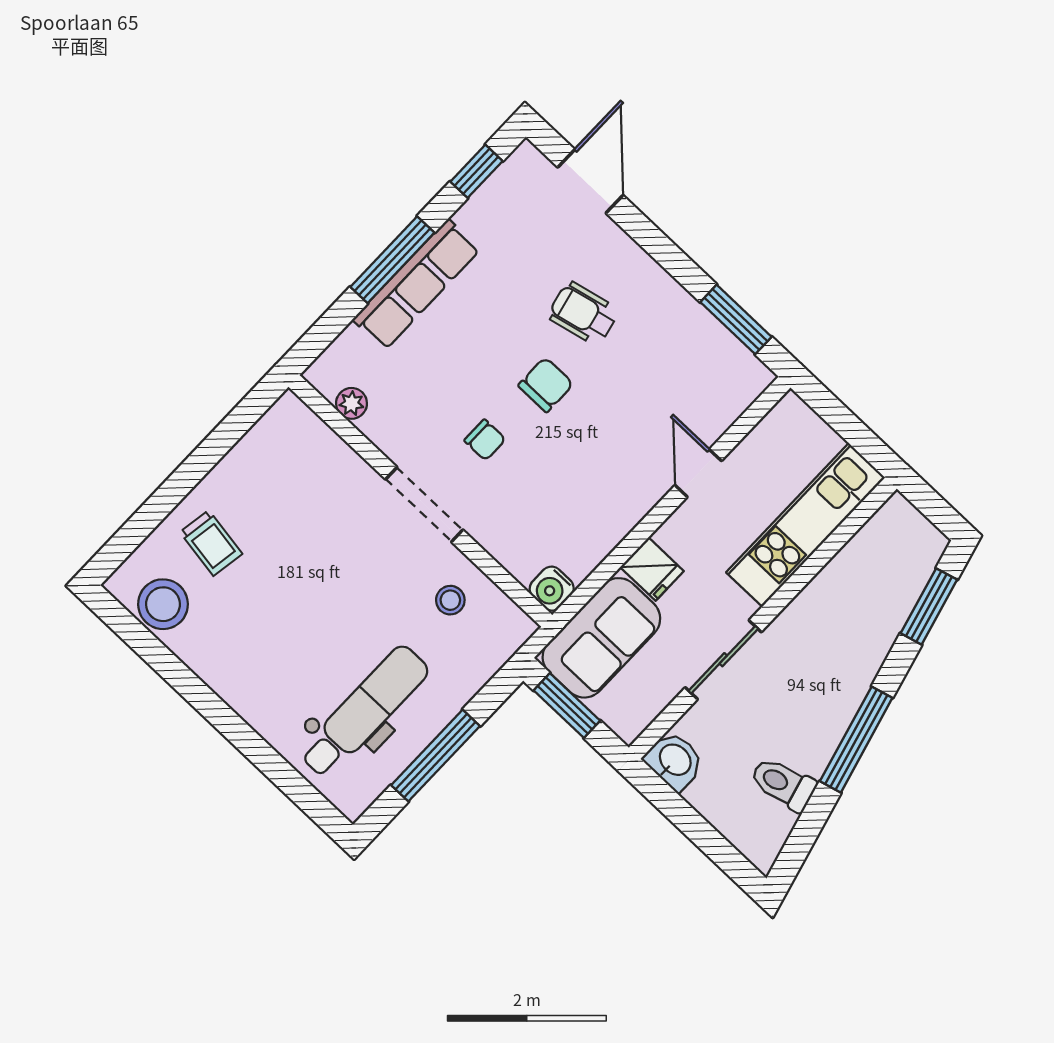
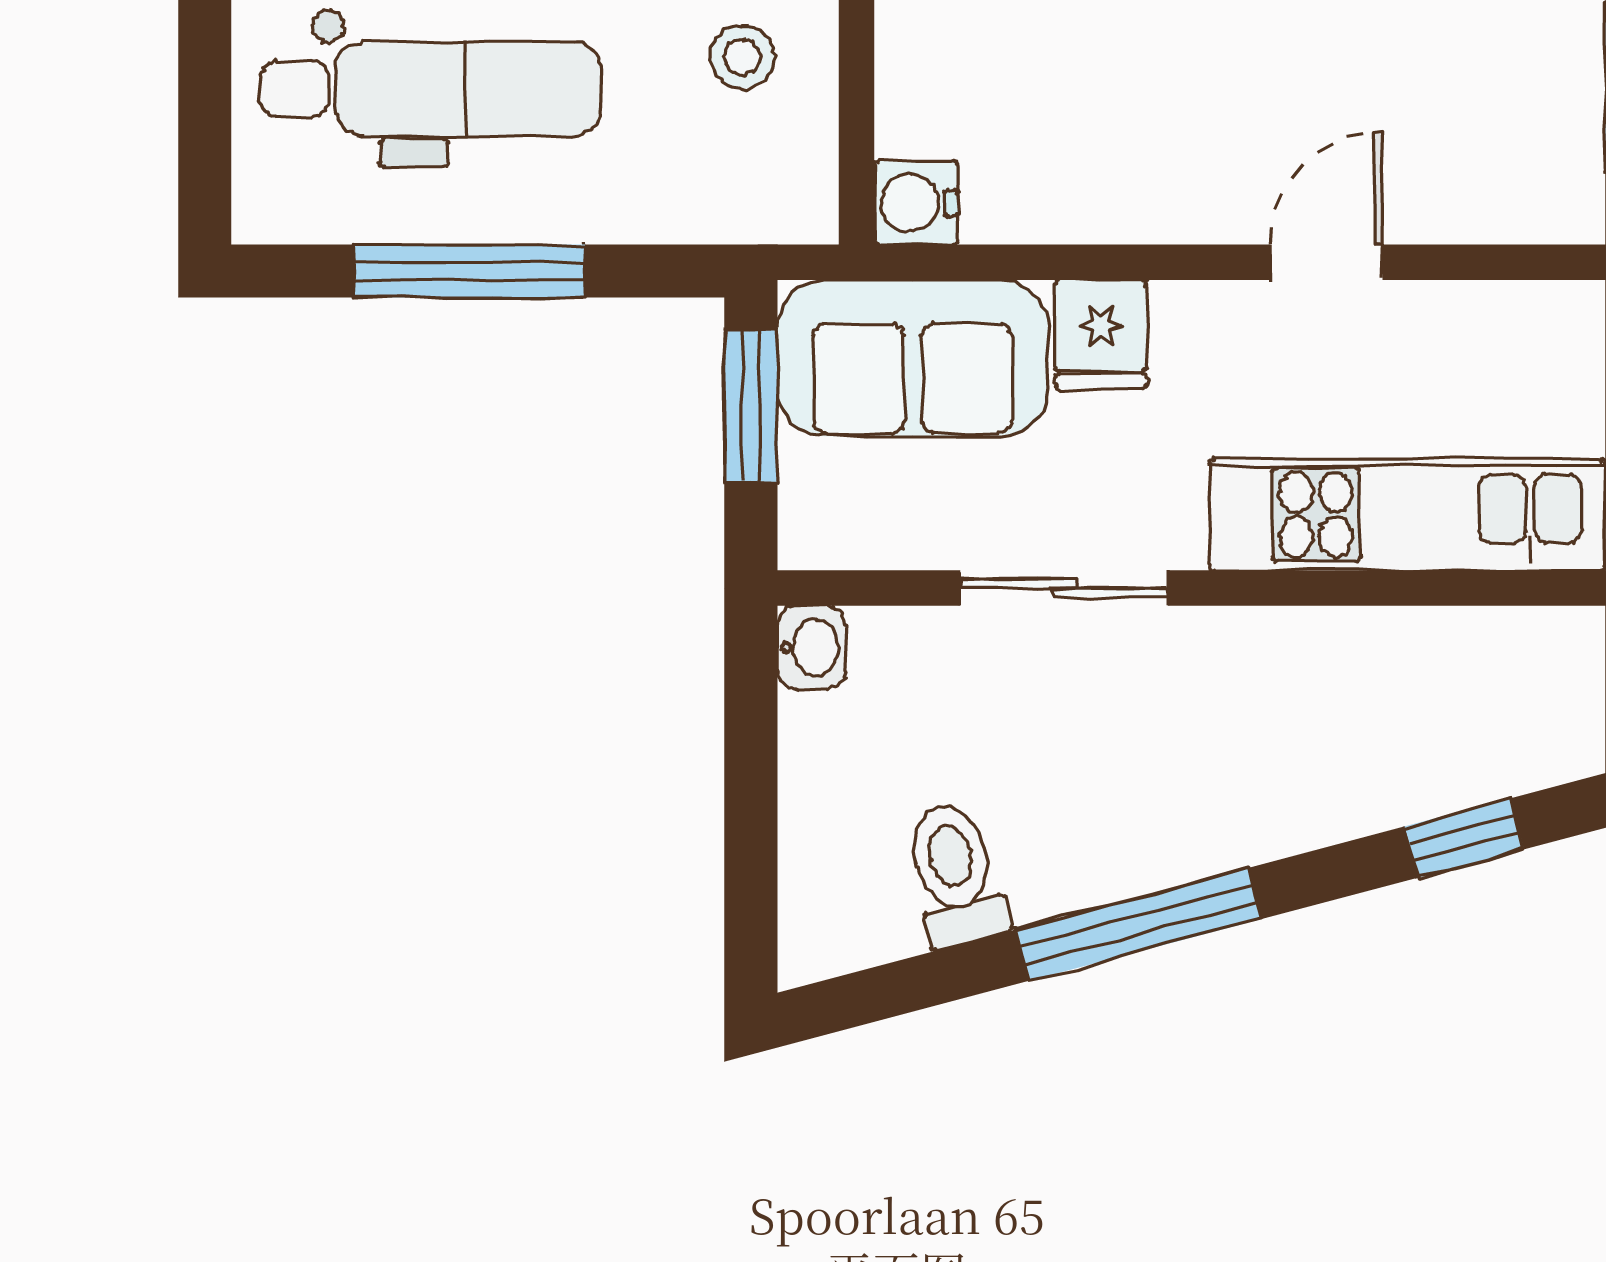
window: (929, 606) -> (1464, 838), width x0.67
washbasin: (674, 761) -> (811, 648), width x0.72, depth x0.69

